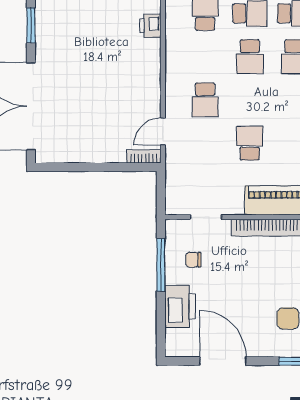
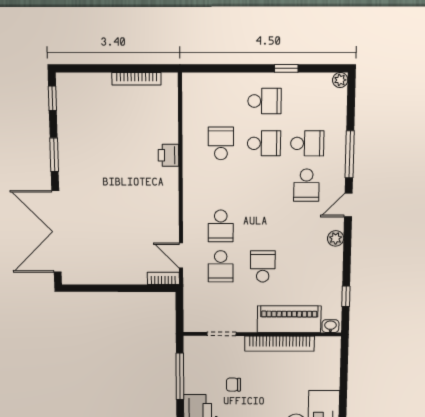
school desk: (250, 57) -> (221, 266), moved
door: (163, 132) -> (181, 255), hinge flipped
chair: (193, 260) -> (233, 385), moved

